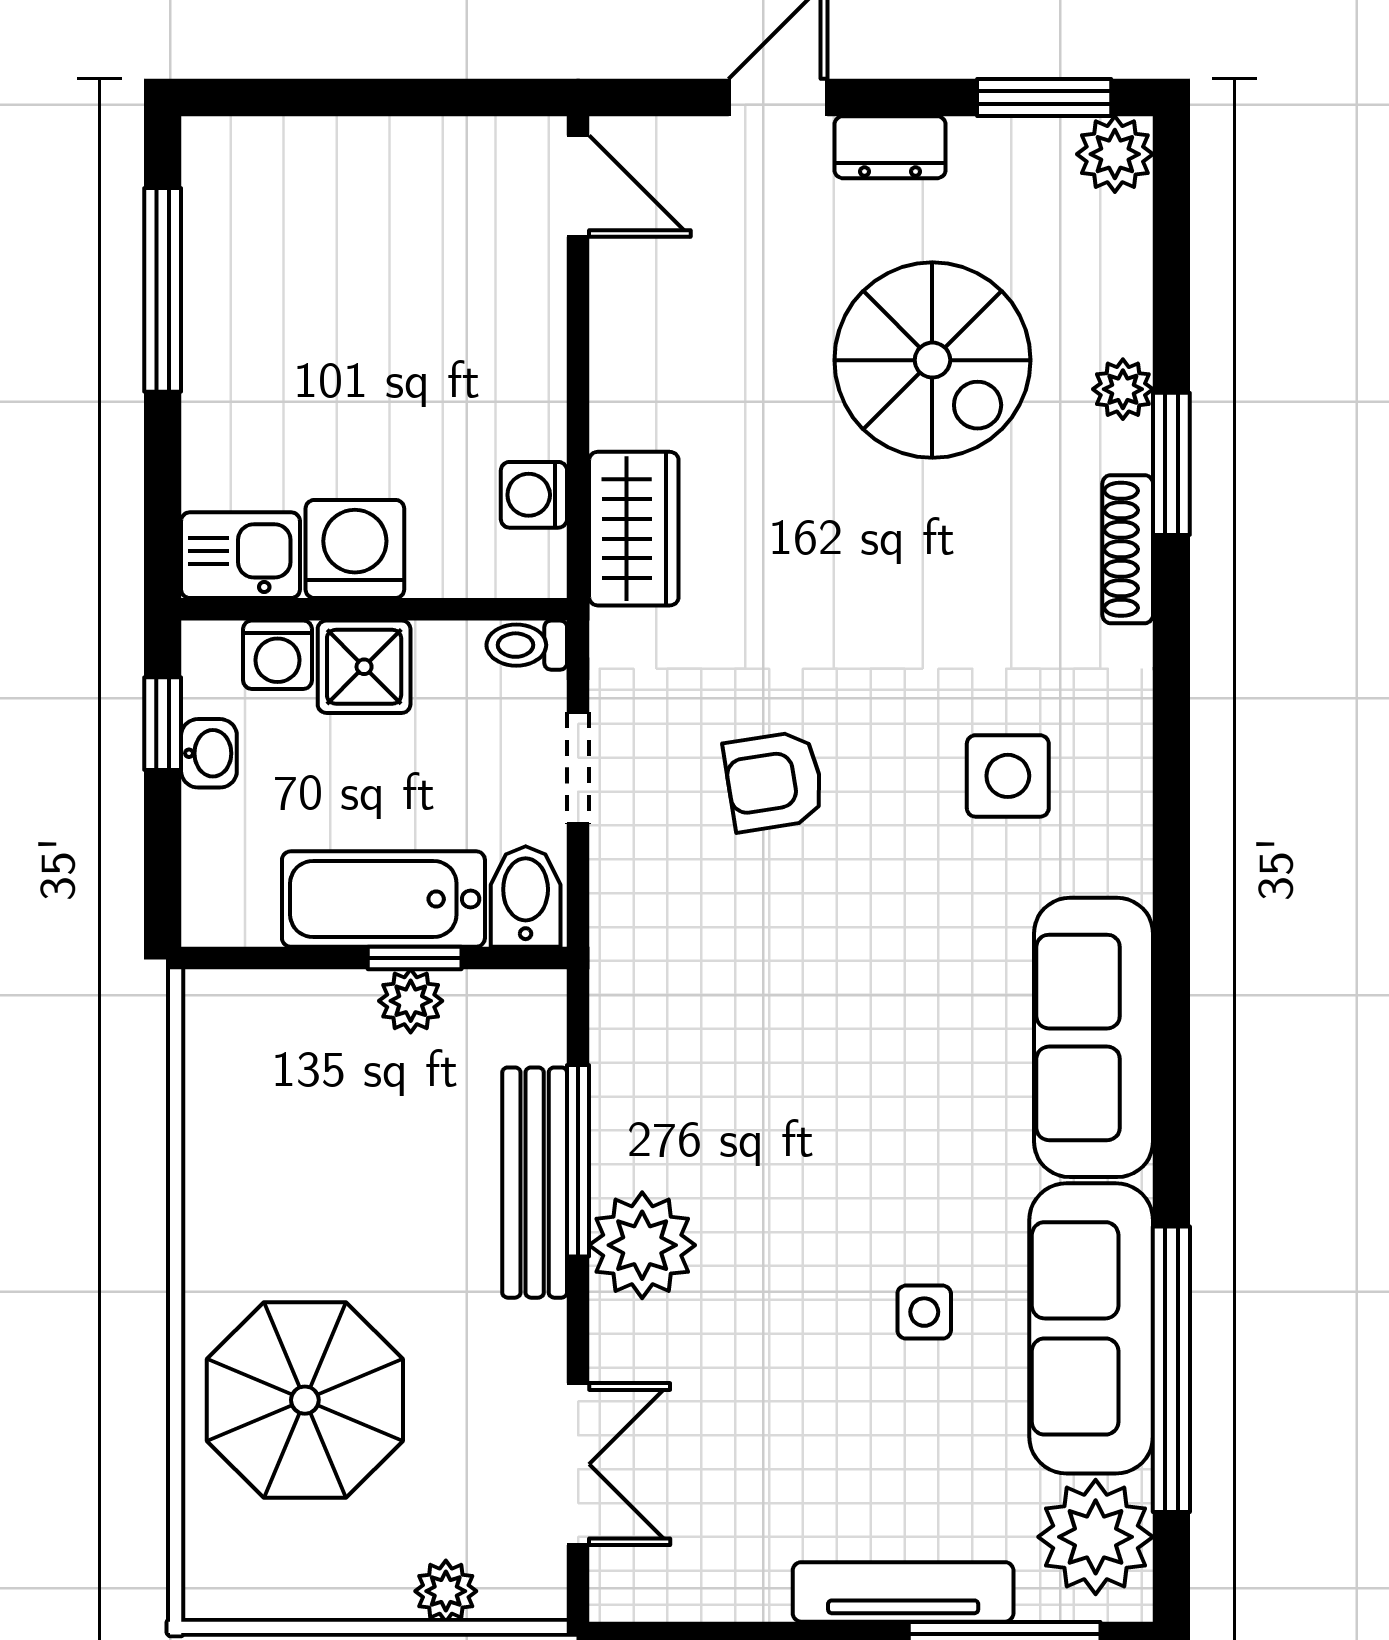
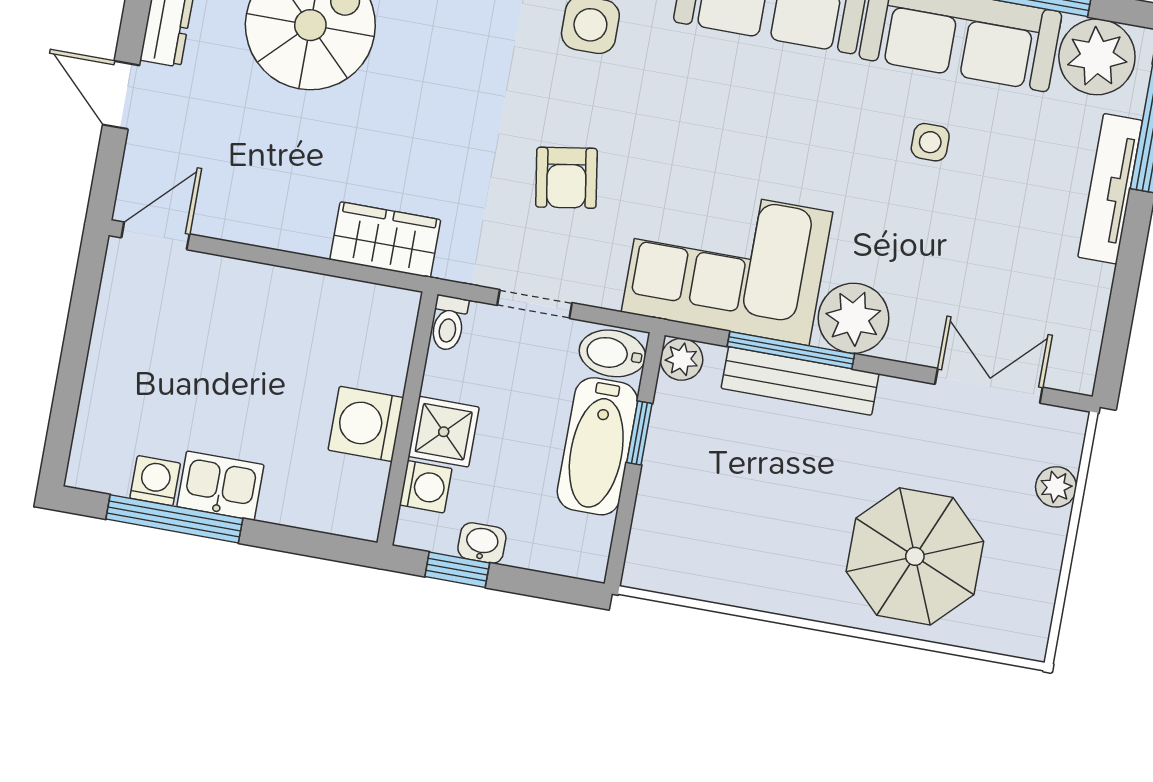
washing machine: (534, 495) -> (155, 481), moved, turned 180
kitchen sink: (241, 555) -> (220, 486), moved, turned 90
plant: (411, 1001) -> (682, 359), moved
corner sofa: (692, 1042) -> (727, 262), added

